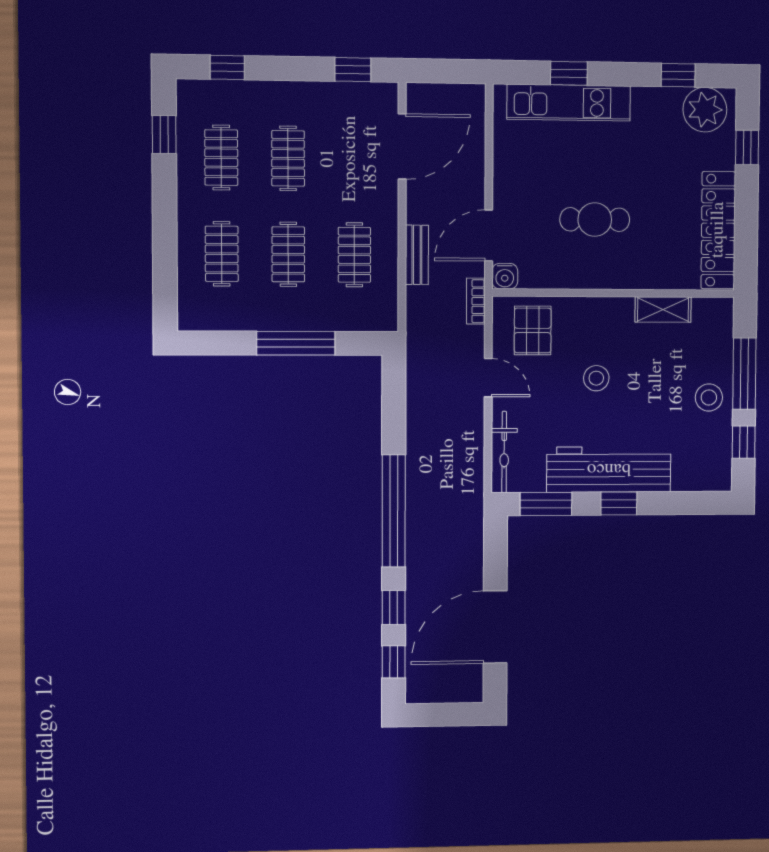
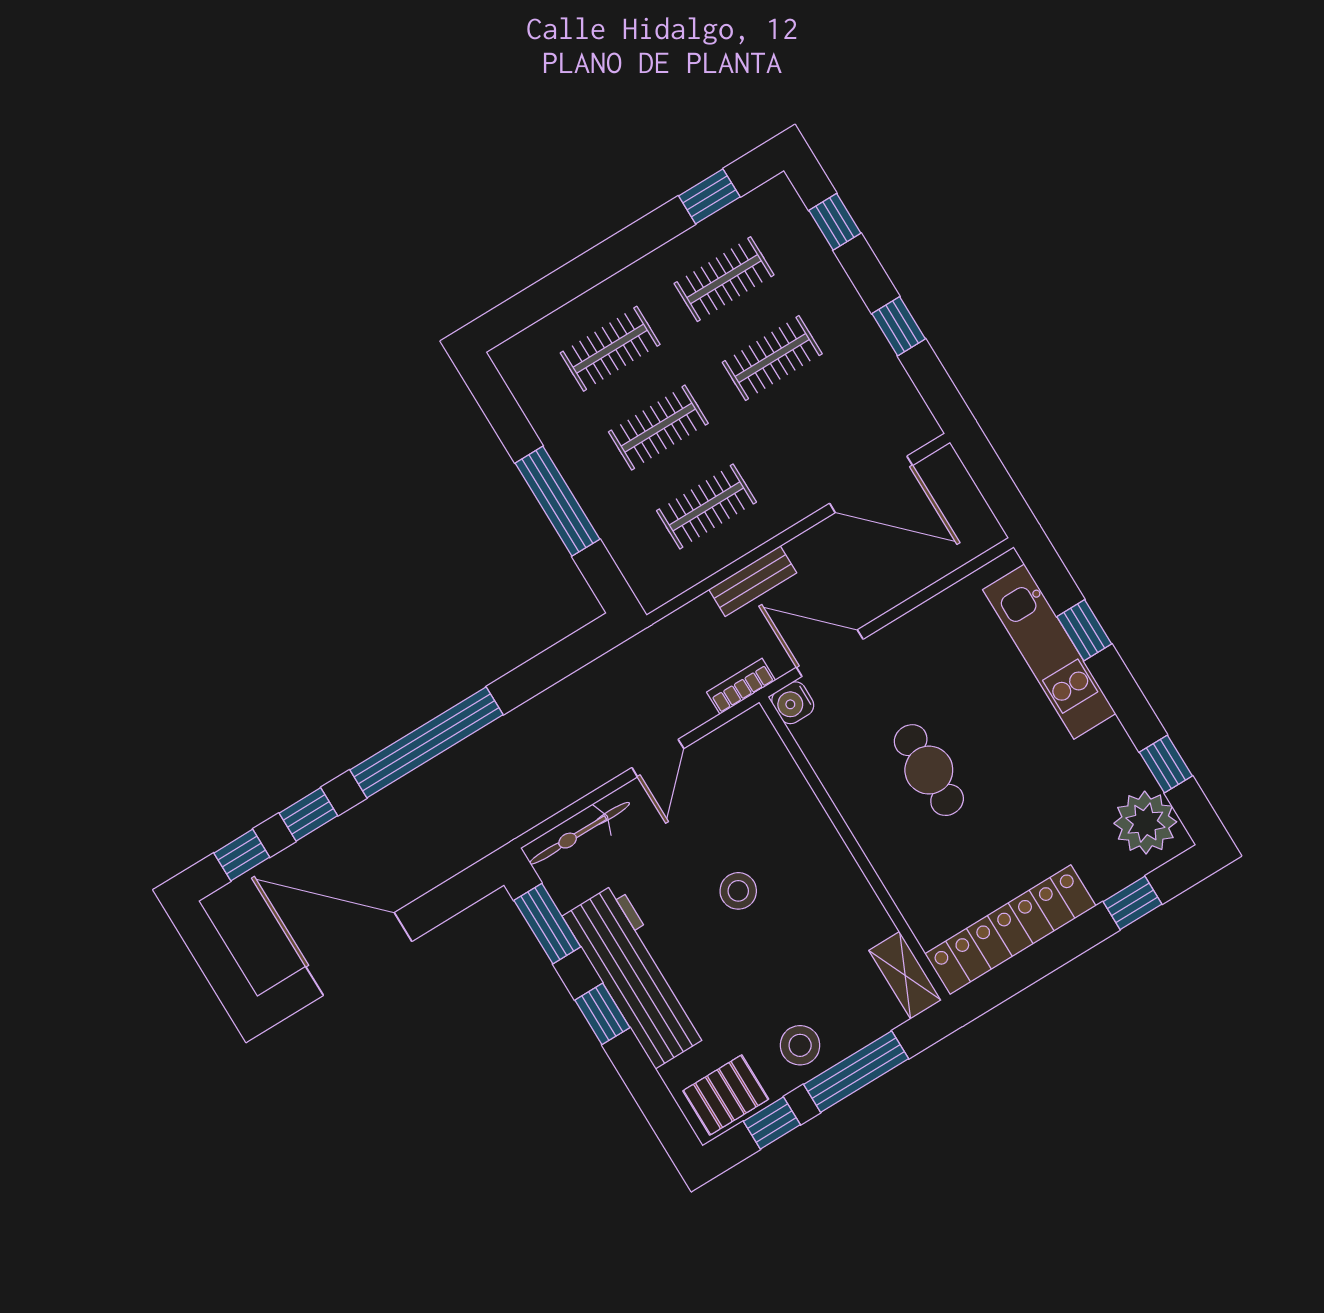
window: (353, 70) -> (899, 326), moved
shelving: (663, 309) -> (905, 975), moved
pallet: (533, 330) -> (726, 1095), moved

